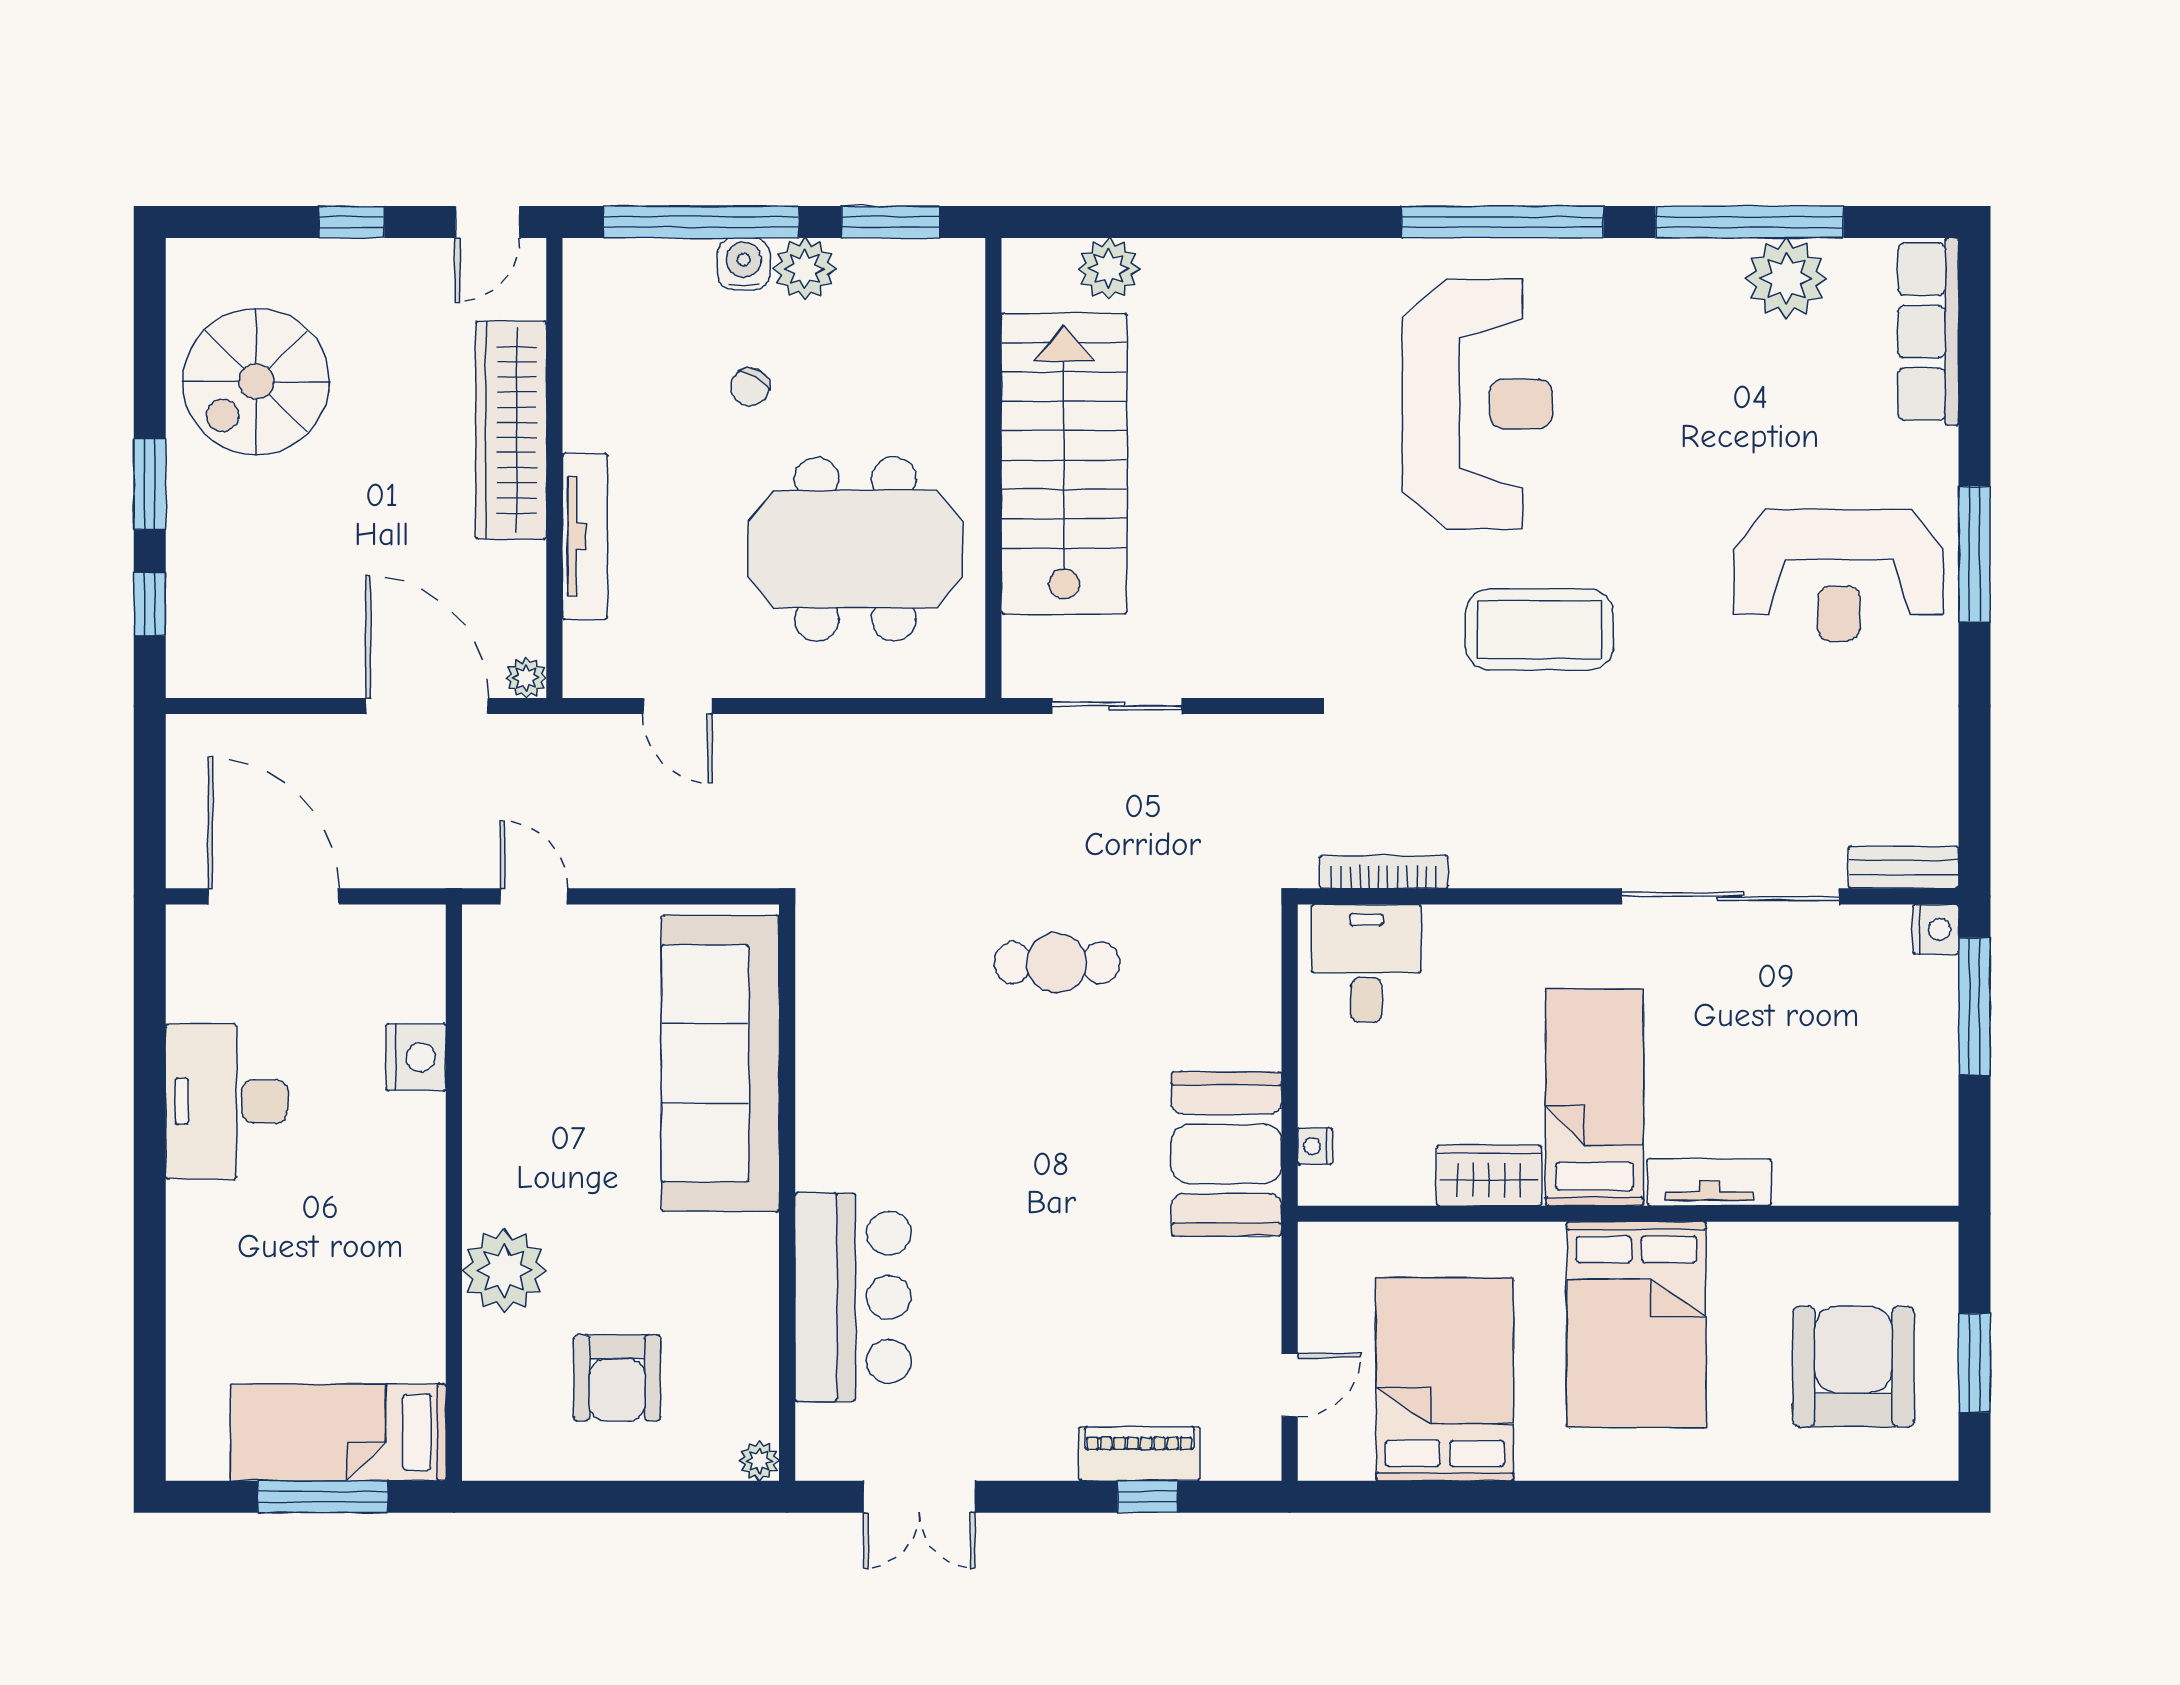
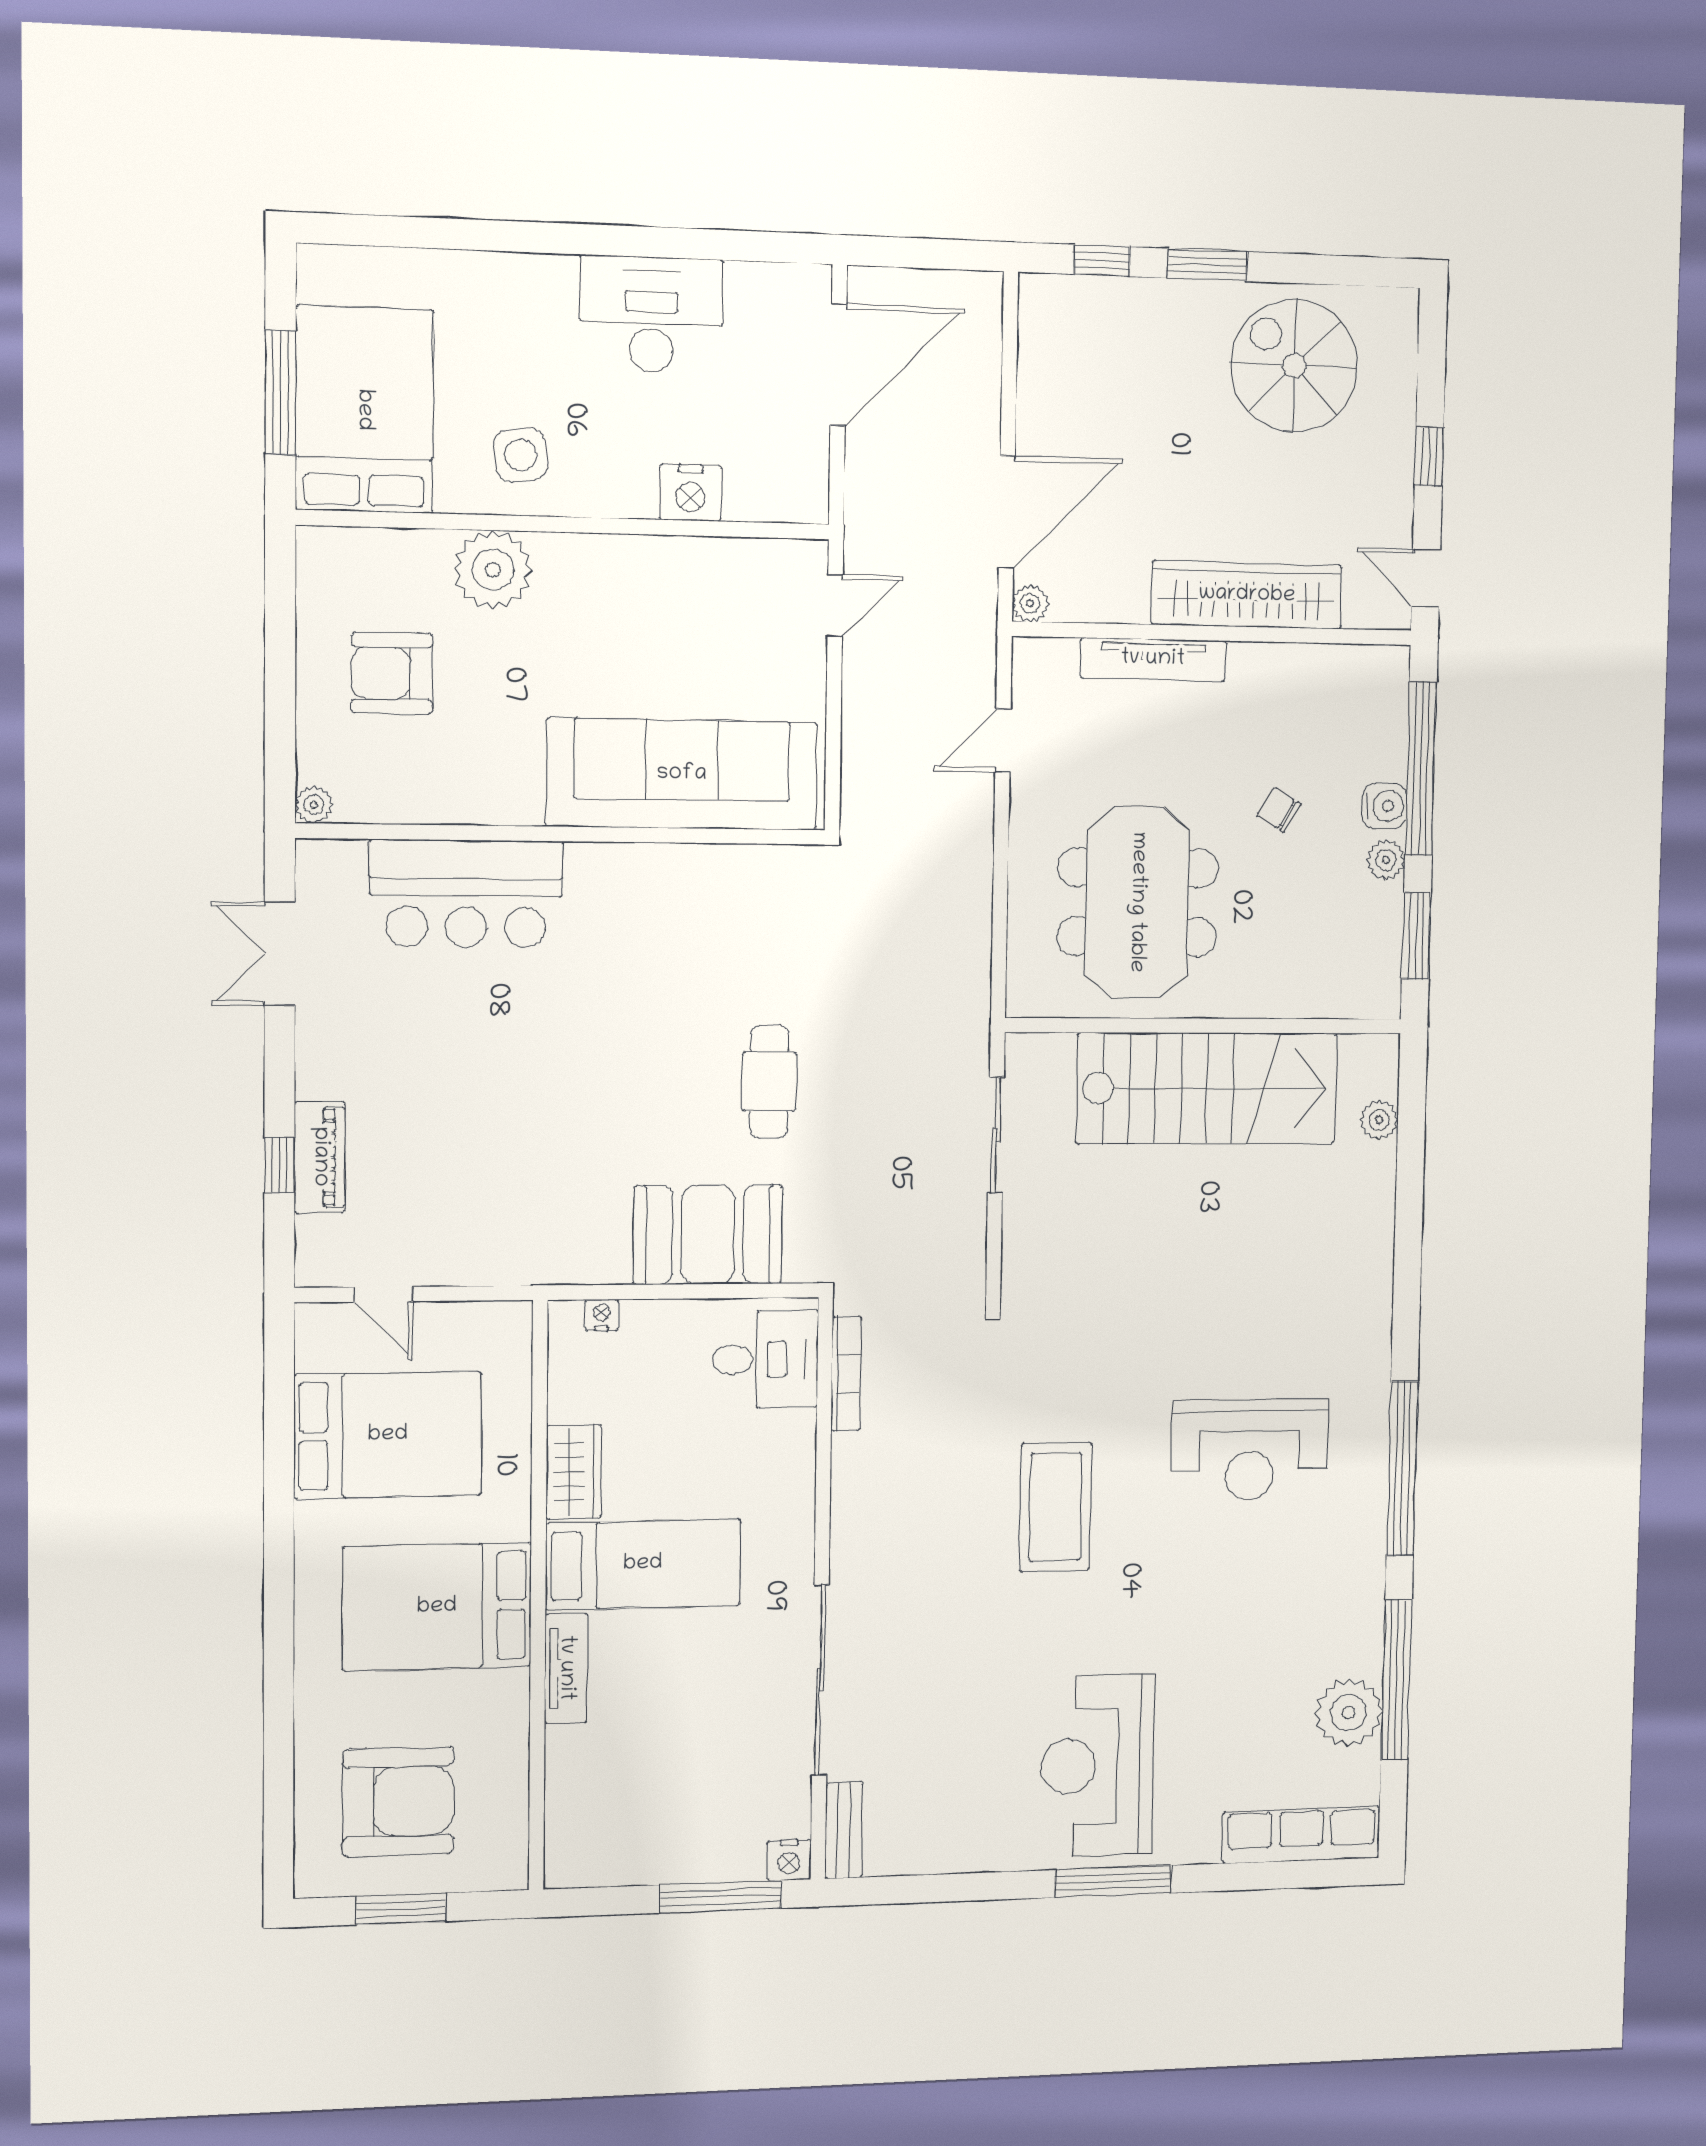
plant: (805, 269) -> (1386, 860), width x0.73, depth x0.73
plant: (1108, 269) -> (1379, 1120), width x0.73, depth x0.73
reception desk: (1477, 404) -> (1250, 1450), width x0.74, depth x0.77
booth: (1227, 1154) -> (708, 1235), moved
side table: (381, 1241) -> (521, 455), added
bed: (338, 1432) -> (364, 410), width x1.50

